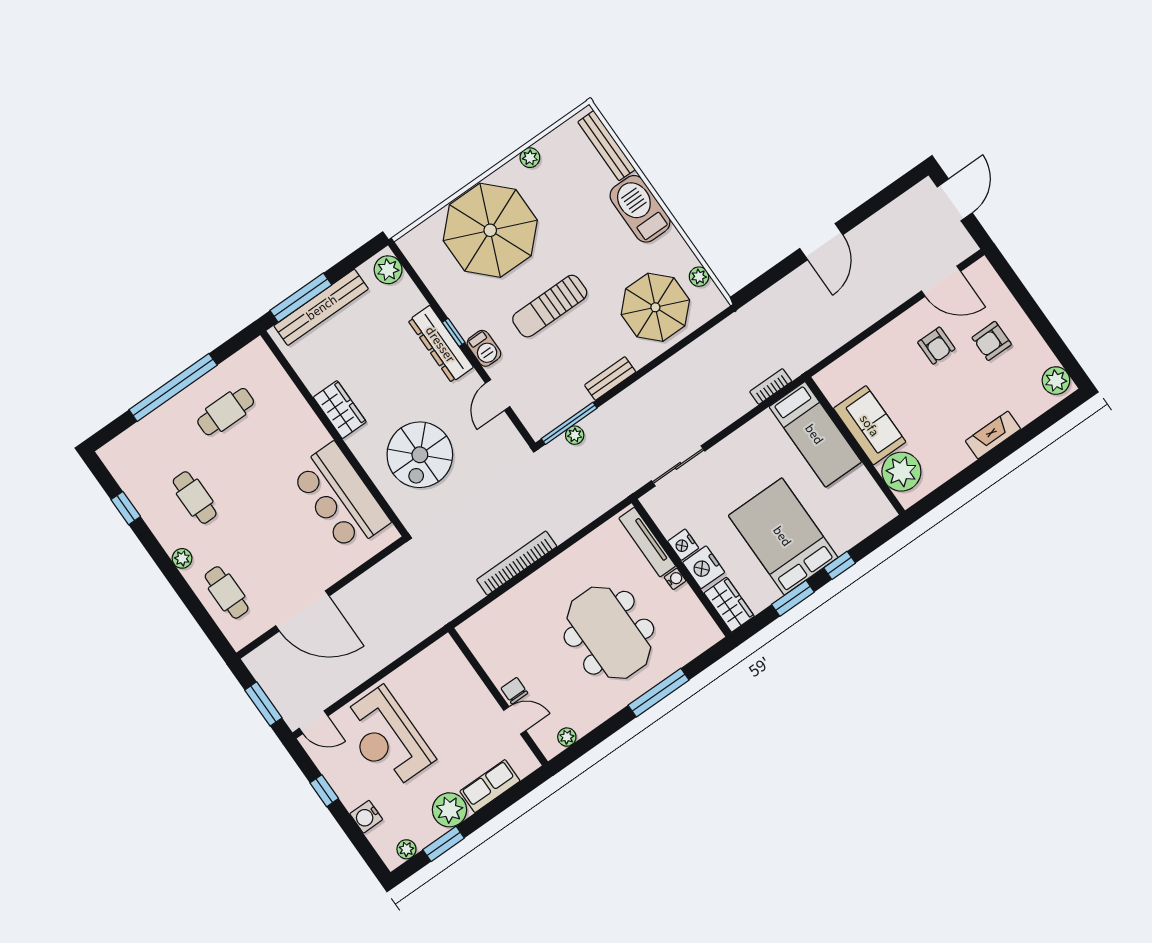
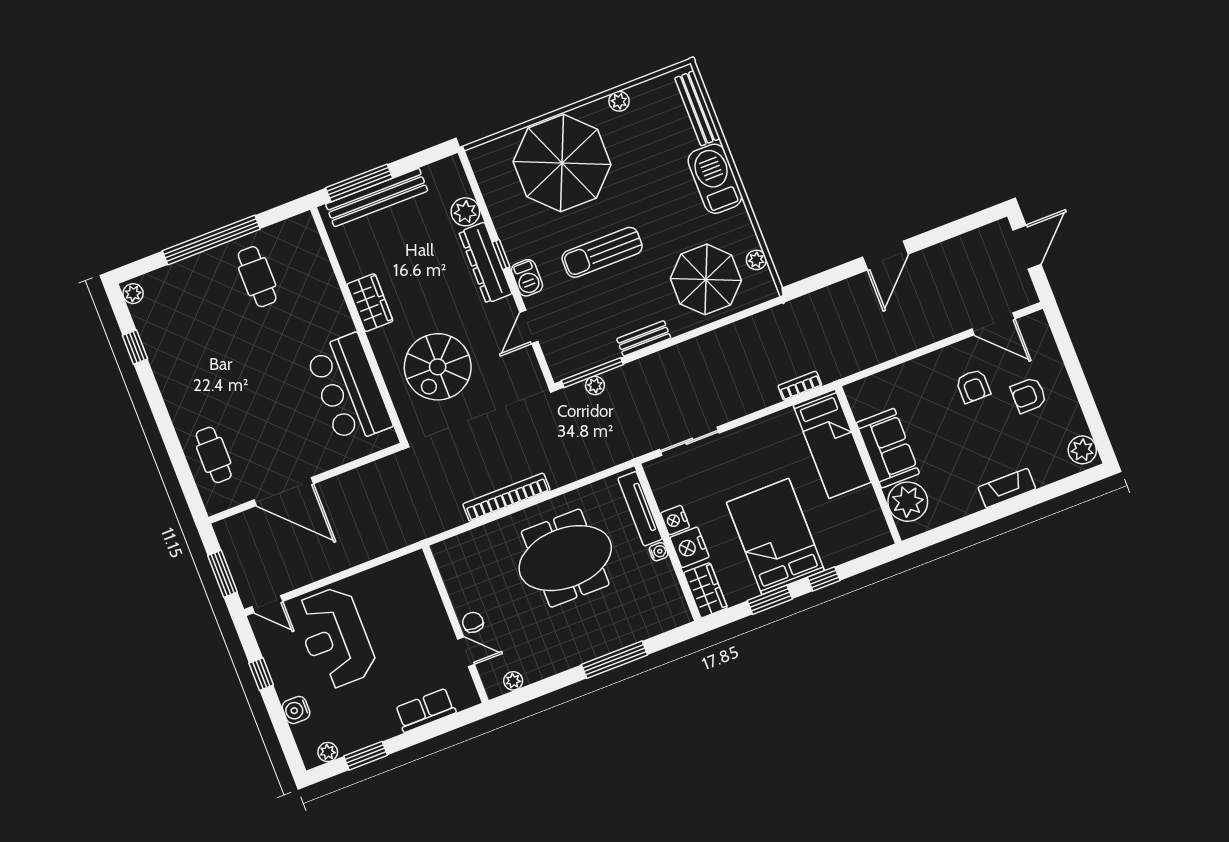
plant: (388, 270) -> (465, 212), moved
cafe table: (226, 412) -> (257, 277), turned 90
cafe table: (195, 498) -> (206, 354), removed
plant: (182, 558) -> (133, 294), moved
meeting table: (609, 633) -> (565, 558), moved, turned 90
plant: (449, 810) -> (380, 724), removed

